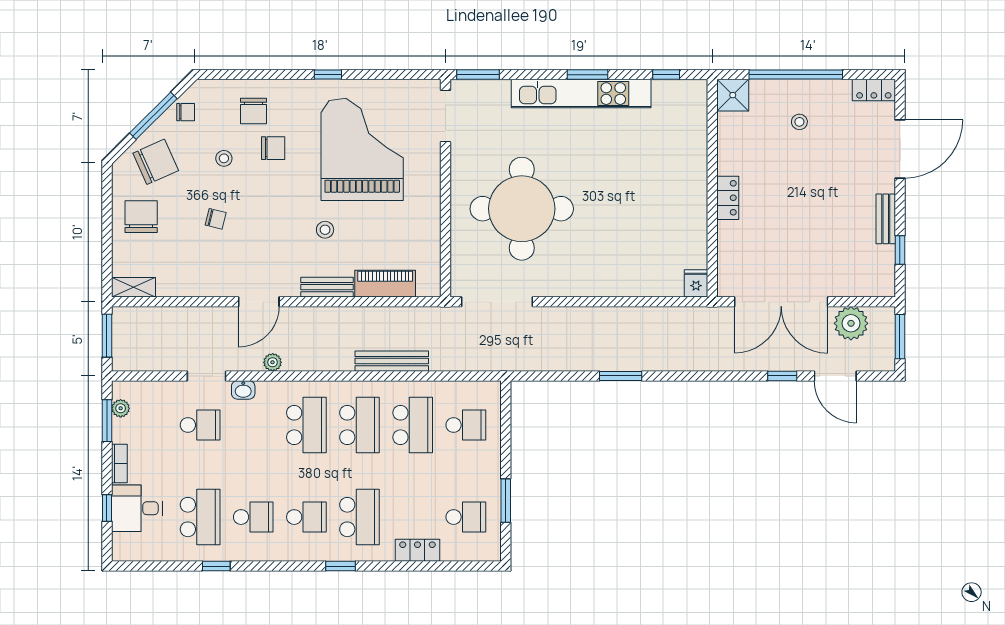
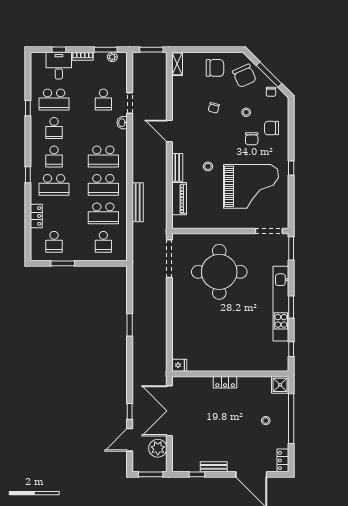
plant: (273, 362) -> (137, 138), removed

